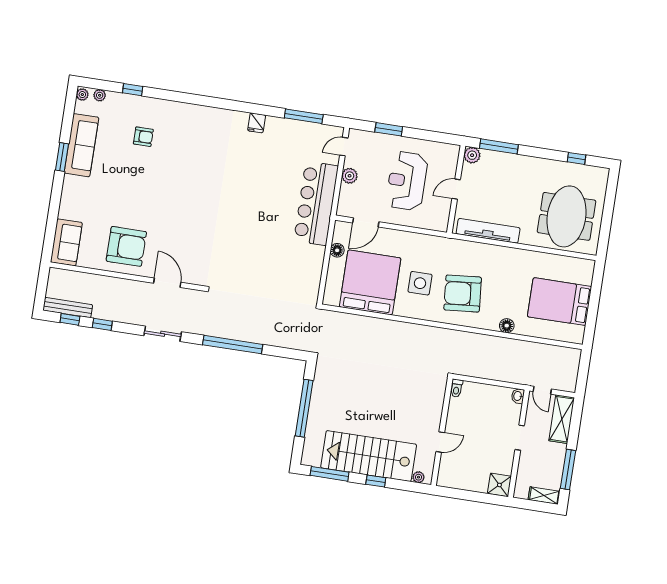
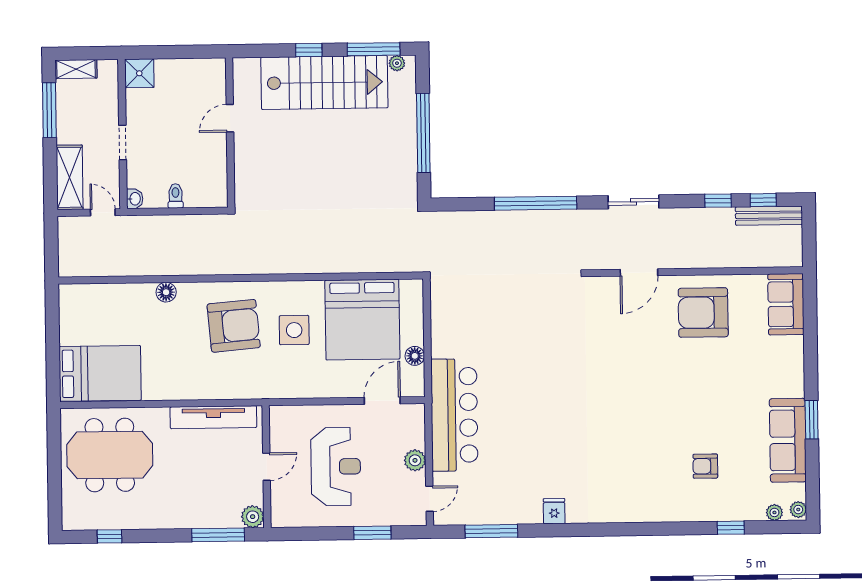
meeting table: (567, 216) -> (110, 455), turned 90
door: (167, 283) -> (639, 272), hinge flipped
bed: (560, 302) -> (100, 373), moved
toilet: (456, 388) -> (176, 196), moved
plant: (419, 477) -> (397, 63), moved

